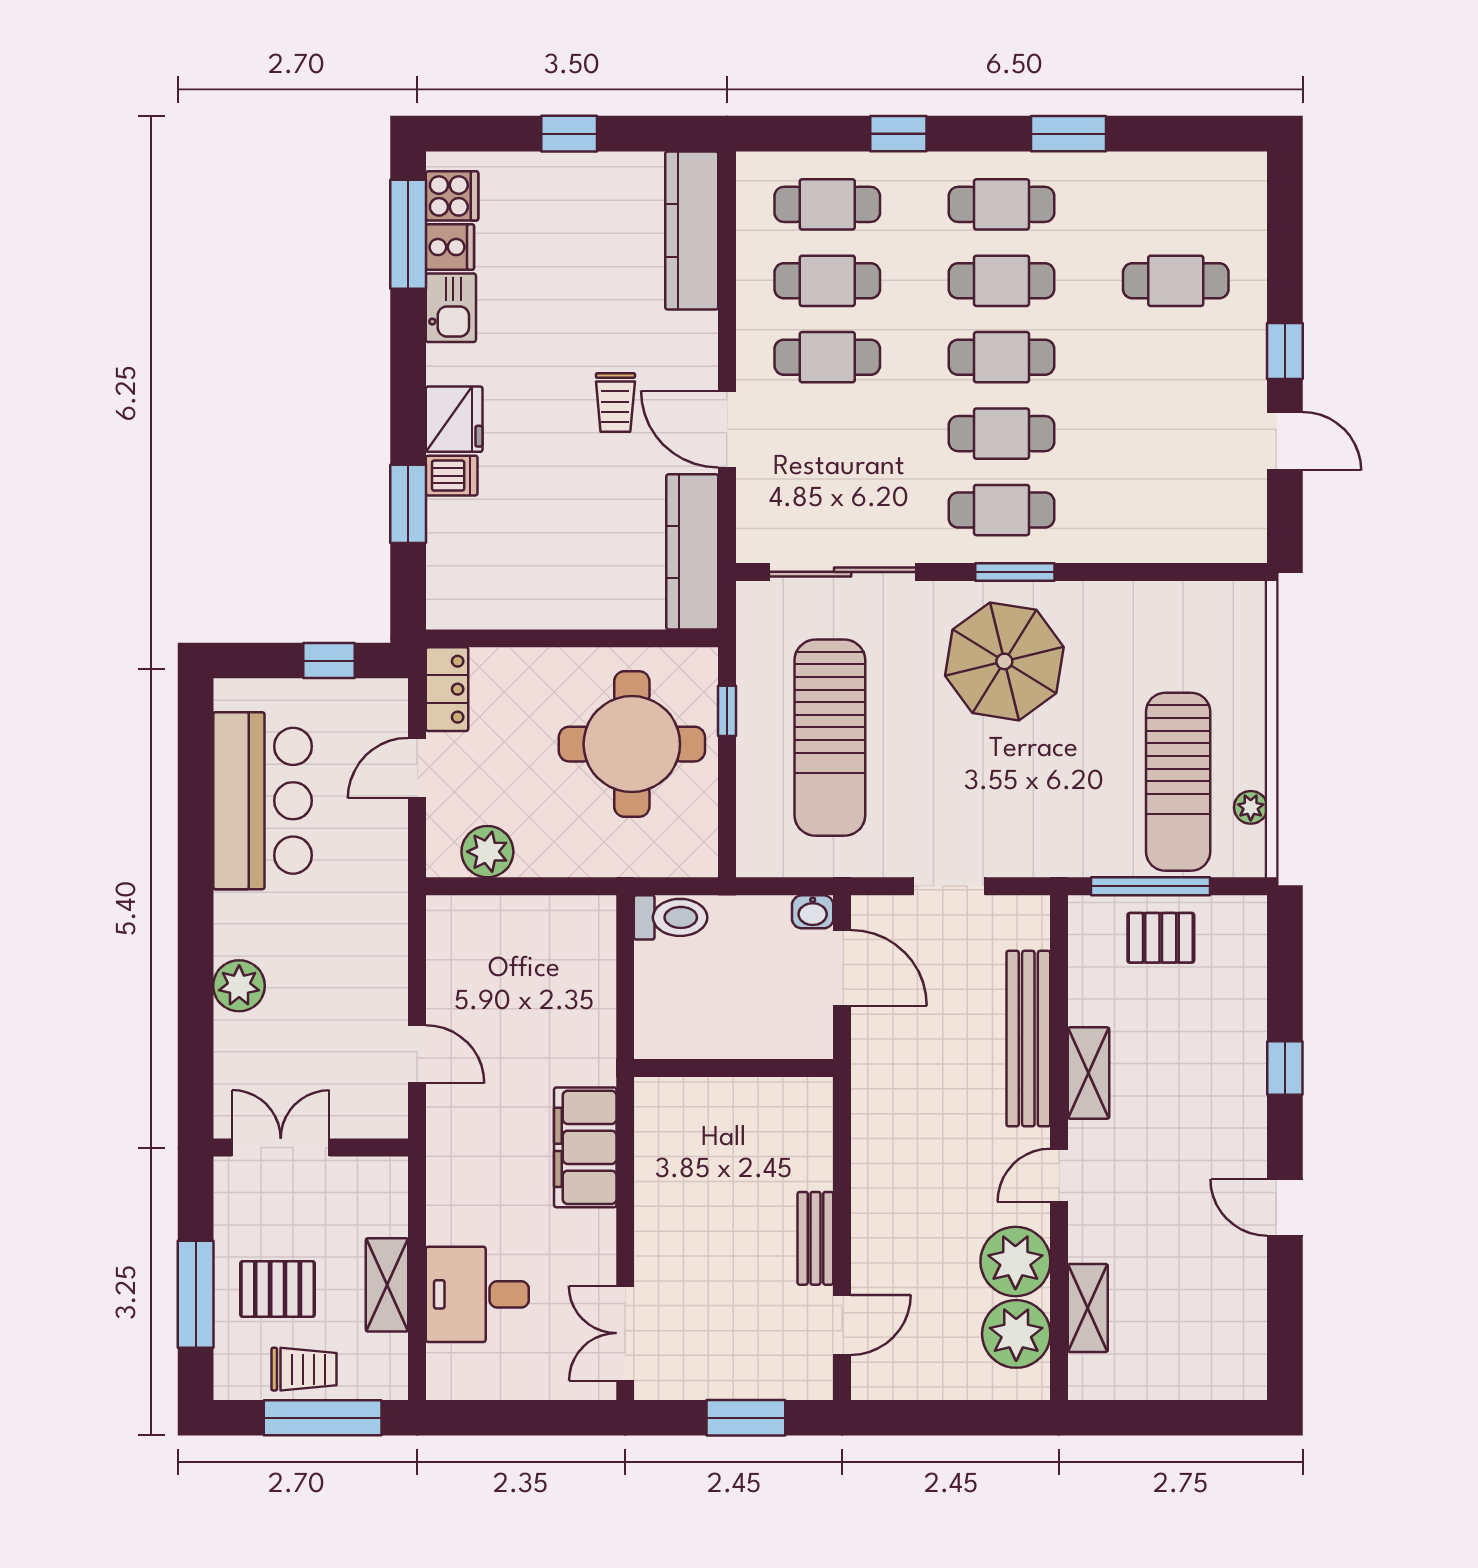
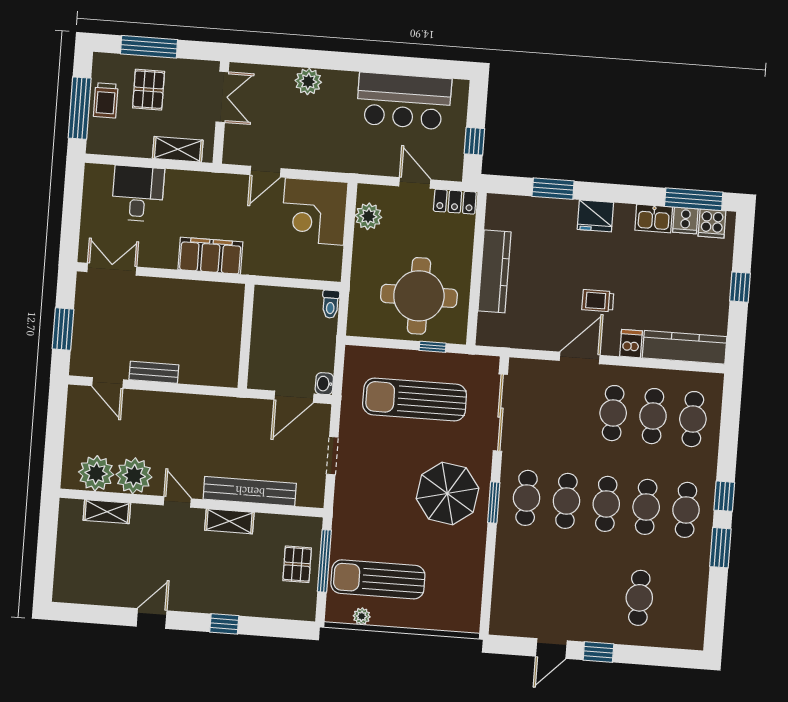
window: (898, 134) -> (724, 496), moved
dishwasher: (452, 476) -> (631, 344), moved, turned 180
kitchen counter: (692, 552) -> (494, 271), moved, turned 90
toilet: (671, 917) -> (331, 304), width x0.73, depth x0.72
corner desk: (486, 955) -> (314, 212), added
shelving: (387, 1285) -> (178, 149), moved

